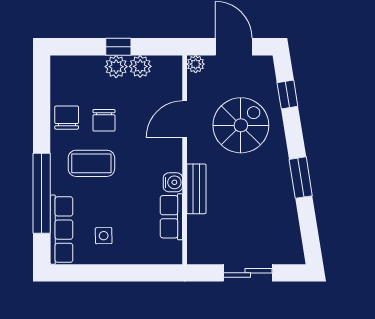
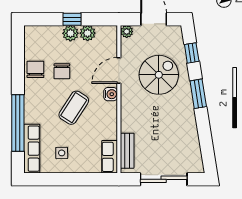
coffee table: (91, 163) -> (74, 108), moved, turned -57
window: (301, 178) -> (198, 94), moved
water cooler: (173, 182) -> (111, 94), moved
bench: (196, 189) -> (127, 151), moved
row of seats: (171, 217) -> (110, 157), moved
sliding door: (248, 273) -> (164, 179), width x1.37

